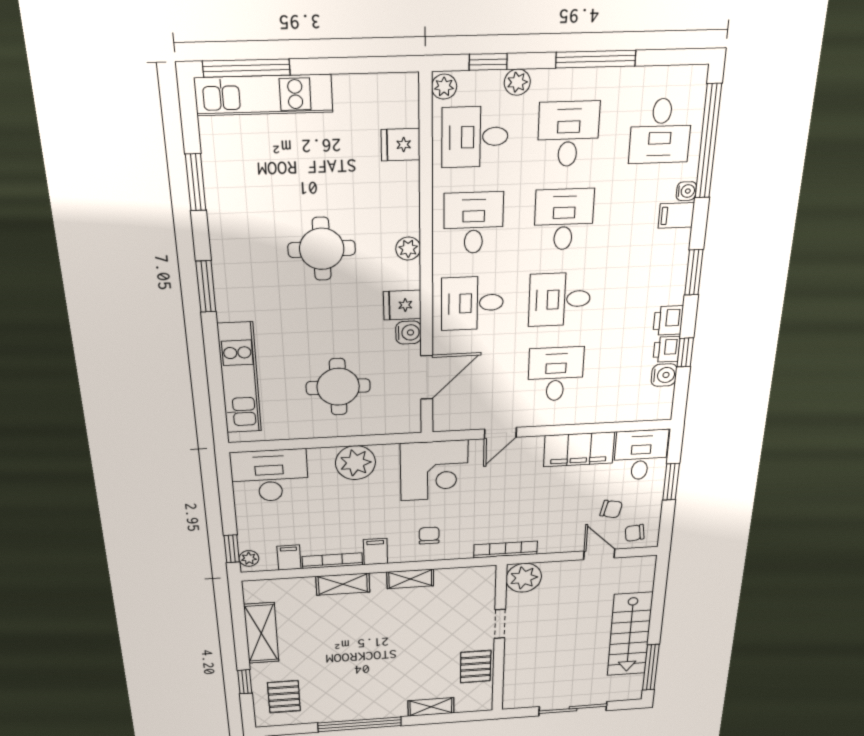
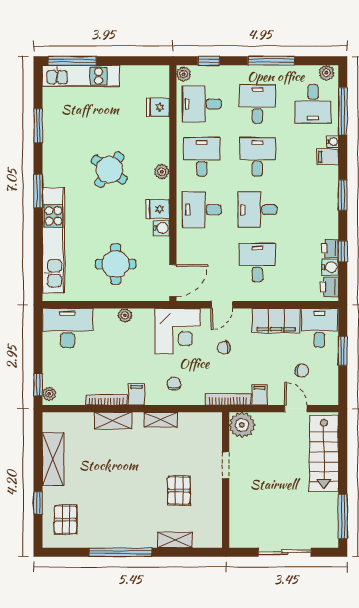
plant: (517, 82) -> (326, 73), moved
window: (708, 142) -> (343, 111), width x0.68
round table: (322, 249) -> (109, 170), turned 36
printer: (668, 320) -> (329, 287), moved
door: (427, 377) -> (173, 281), moved
kitchen unit: (240, 378) -> (53, 240), width x1.36
plant: (355, 463) -> (125, 315), width x0.53, depth x0.53
chair: (635, 533) -> (224, 348), moved
filing cabinet: (289, 558) -> (260, 395), moved
stairs: (630, 634) -> (324, 453), moved
pallet: (476, 667) -> (179, 490), moved

